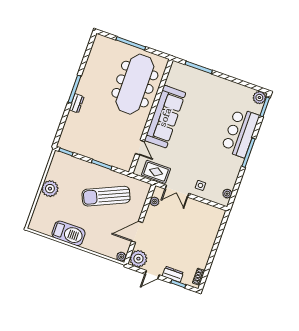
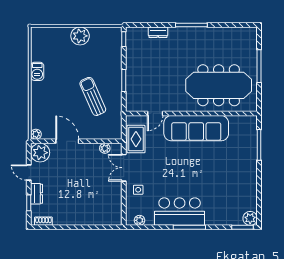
dresser: (77, 103) -> (158, 32), moved
bar counter: (240, 133) -> (180, 212), moved
sun lounger: (106, 196) -> (93, 96), width x0.73, depth x0.75
barbecue: (69, 233) -> (37, 71), width x0.53, depth x0.65

